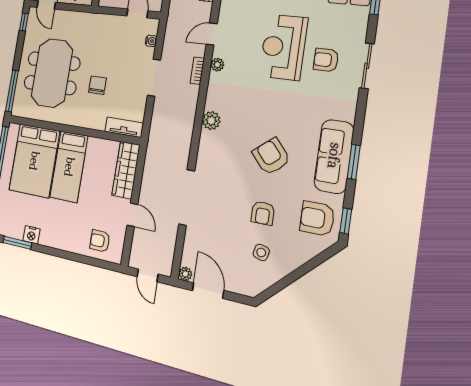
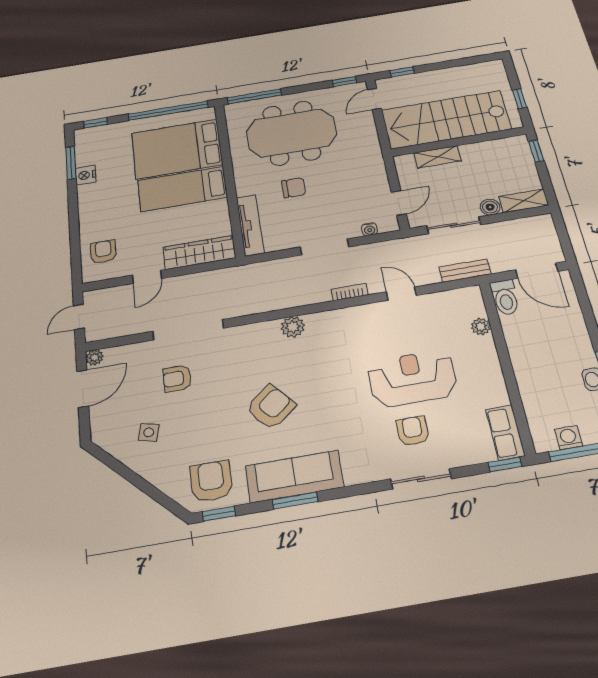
plant: (217, 65) -> (365, 312), removed
tv unit: (124, 127) -> (250, 225), width x1.41
armchair: (263, 213) -> (177, 379), moved

